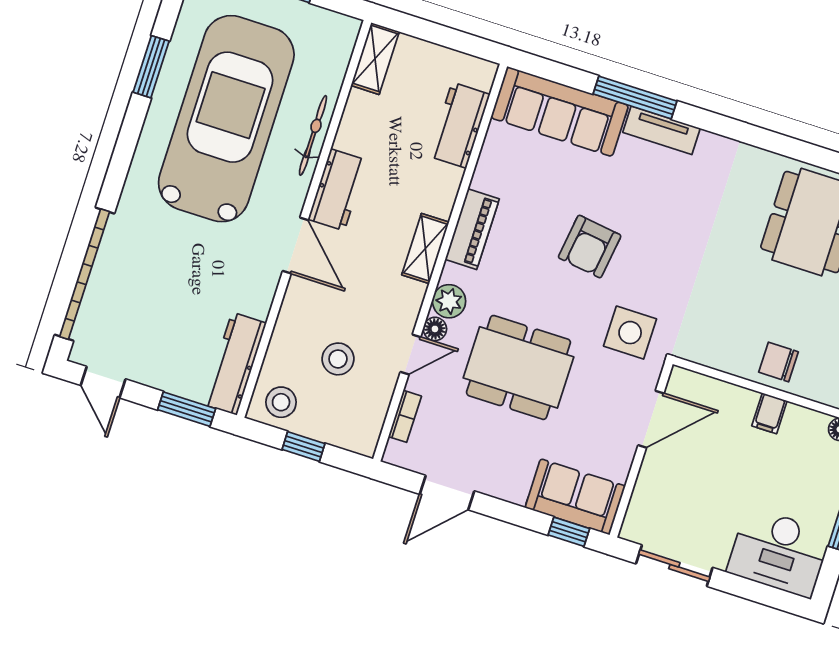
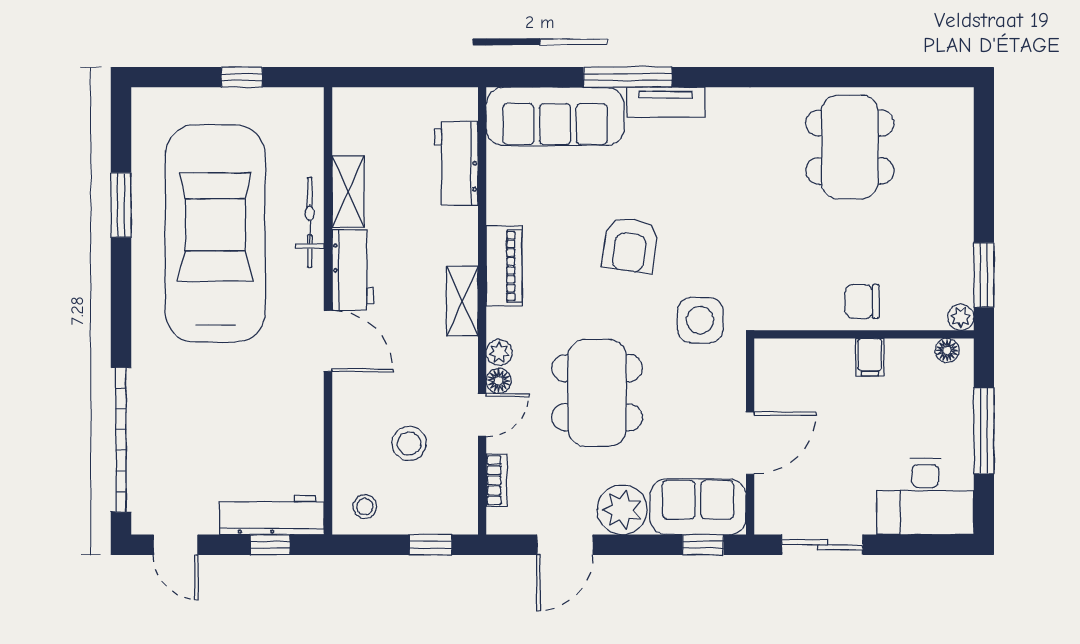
shelving: (375, 58) -> (348, 192), moved
plant: (449, 301) -> (499, 352), width x0.73, depth x0.73
workbench: (234, 364) -> (272, 515), moved, turned 90
dining table: (518, 367) -> (597, 393), turned 90
stool: (281, 402) -> (365, 507), width x0.73, depth x0.73
window: (187, 409) -> (270, 545), width x0.67
door: (651, 419) -> (750, 443), moved
window: (303, 447) -> (431, 545), moved
plant: (507, 478) -> (622, 510), added

